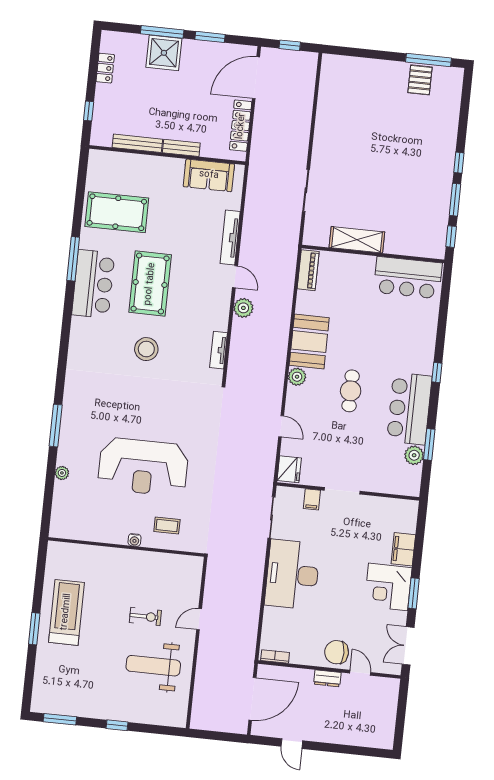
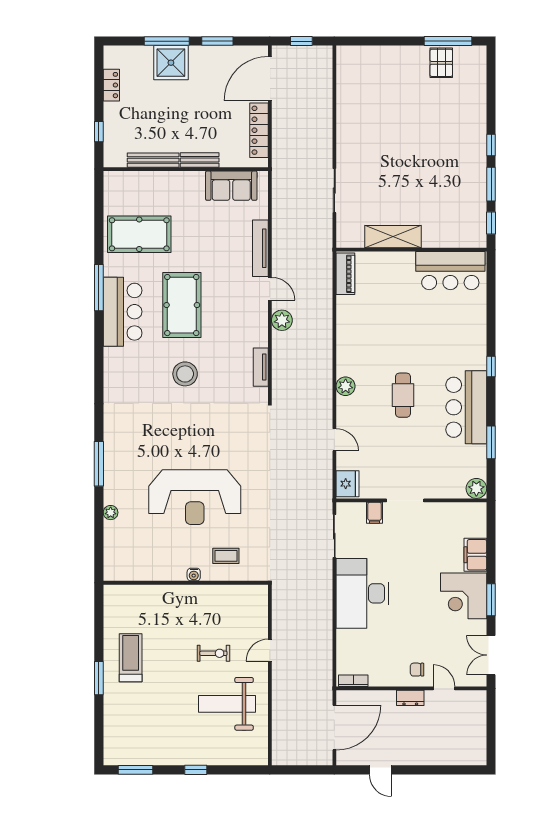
booth: (309, 342) -> (354, 348), removed
plant: (414, 455) -> (476, 488), moved
treadmill: (66, 612) -> (131, 658), width x0.73, depth x0.73
chair: (337, 652) -> (417, 670), width x0.54, depth x0.54

